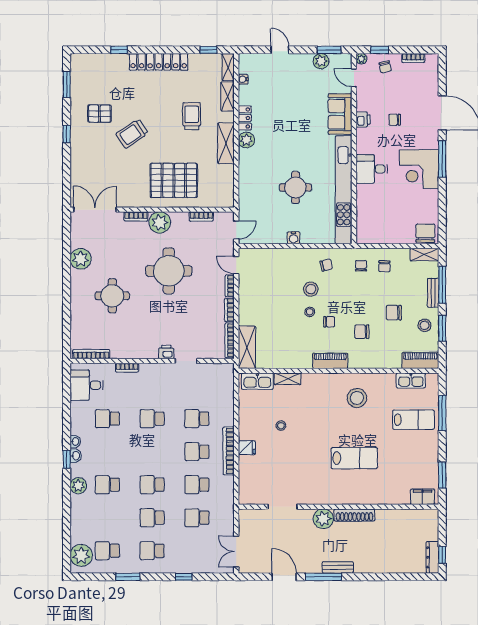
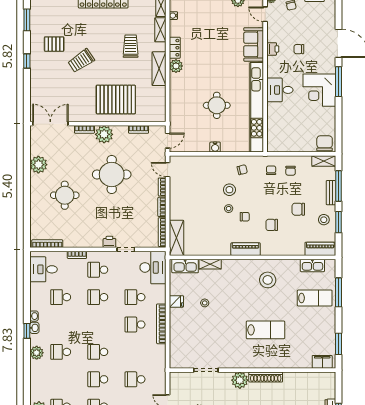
desk: (219, 383) -> (153, 267), added
fridge: (247, 448) -> (176, 301), moved
school desk: (197, 485) -> (98, 270), moved

